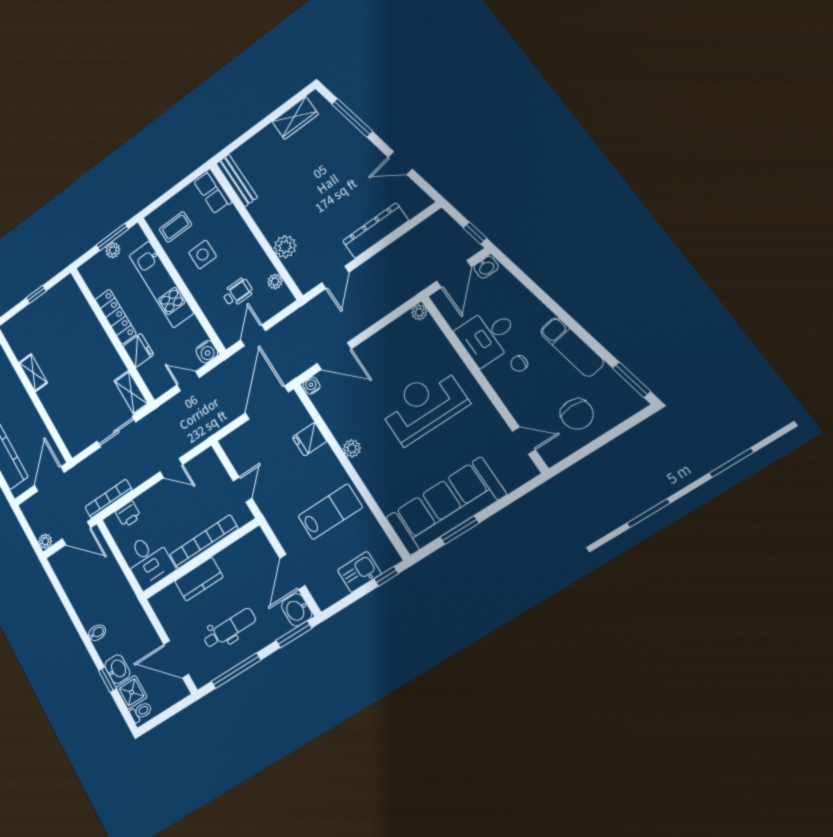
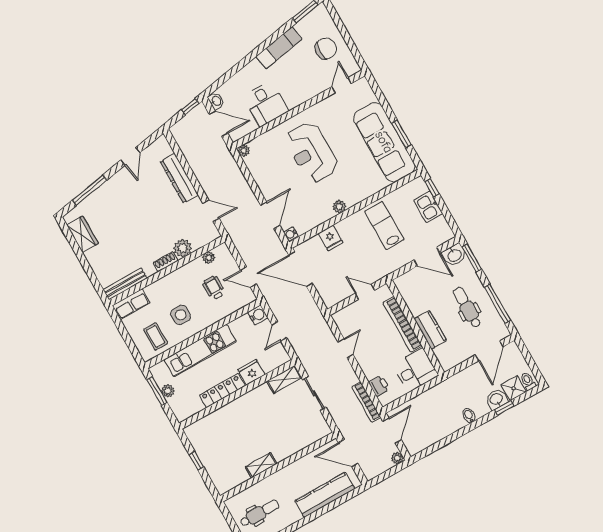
shoe rack: (267, 227) -> (166, 262), added
chair: (519, 363) -> (287, 84), removed

